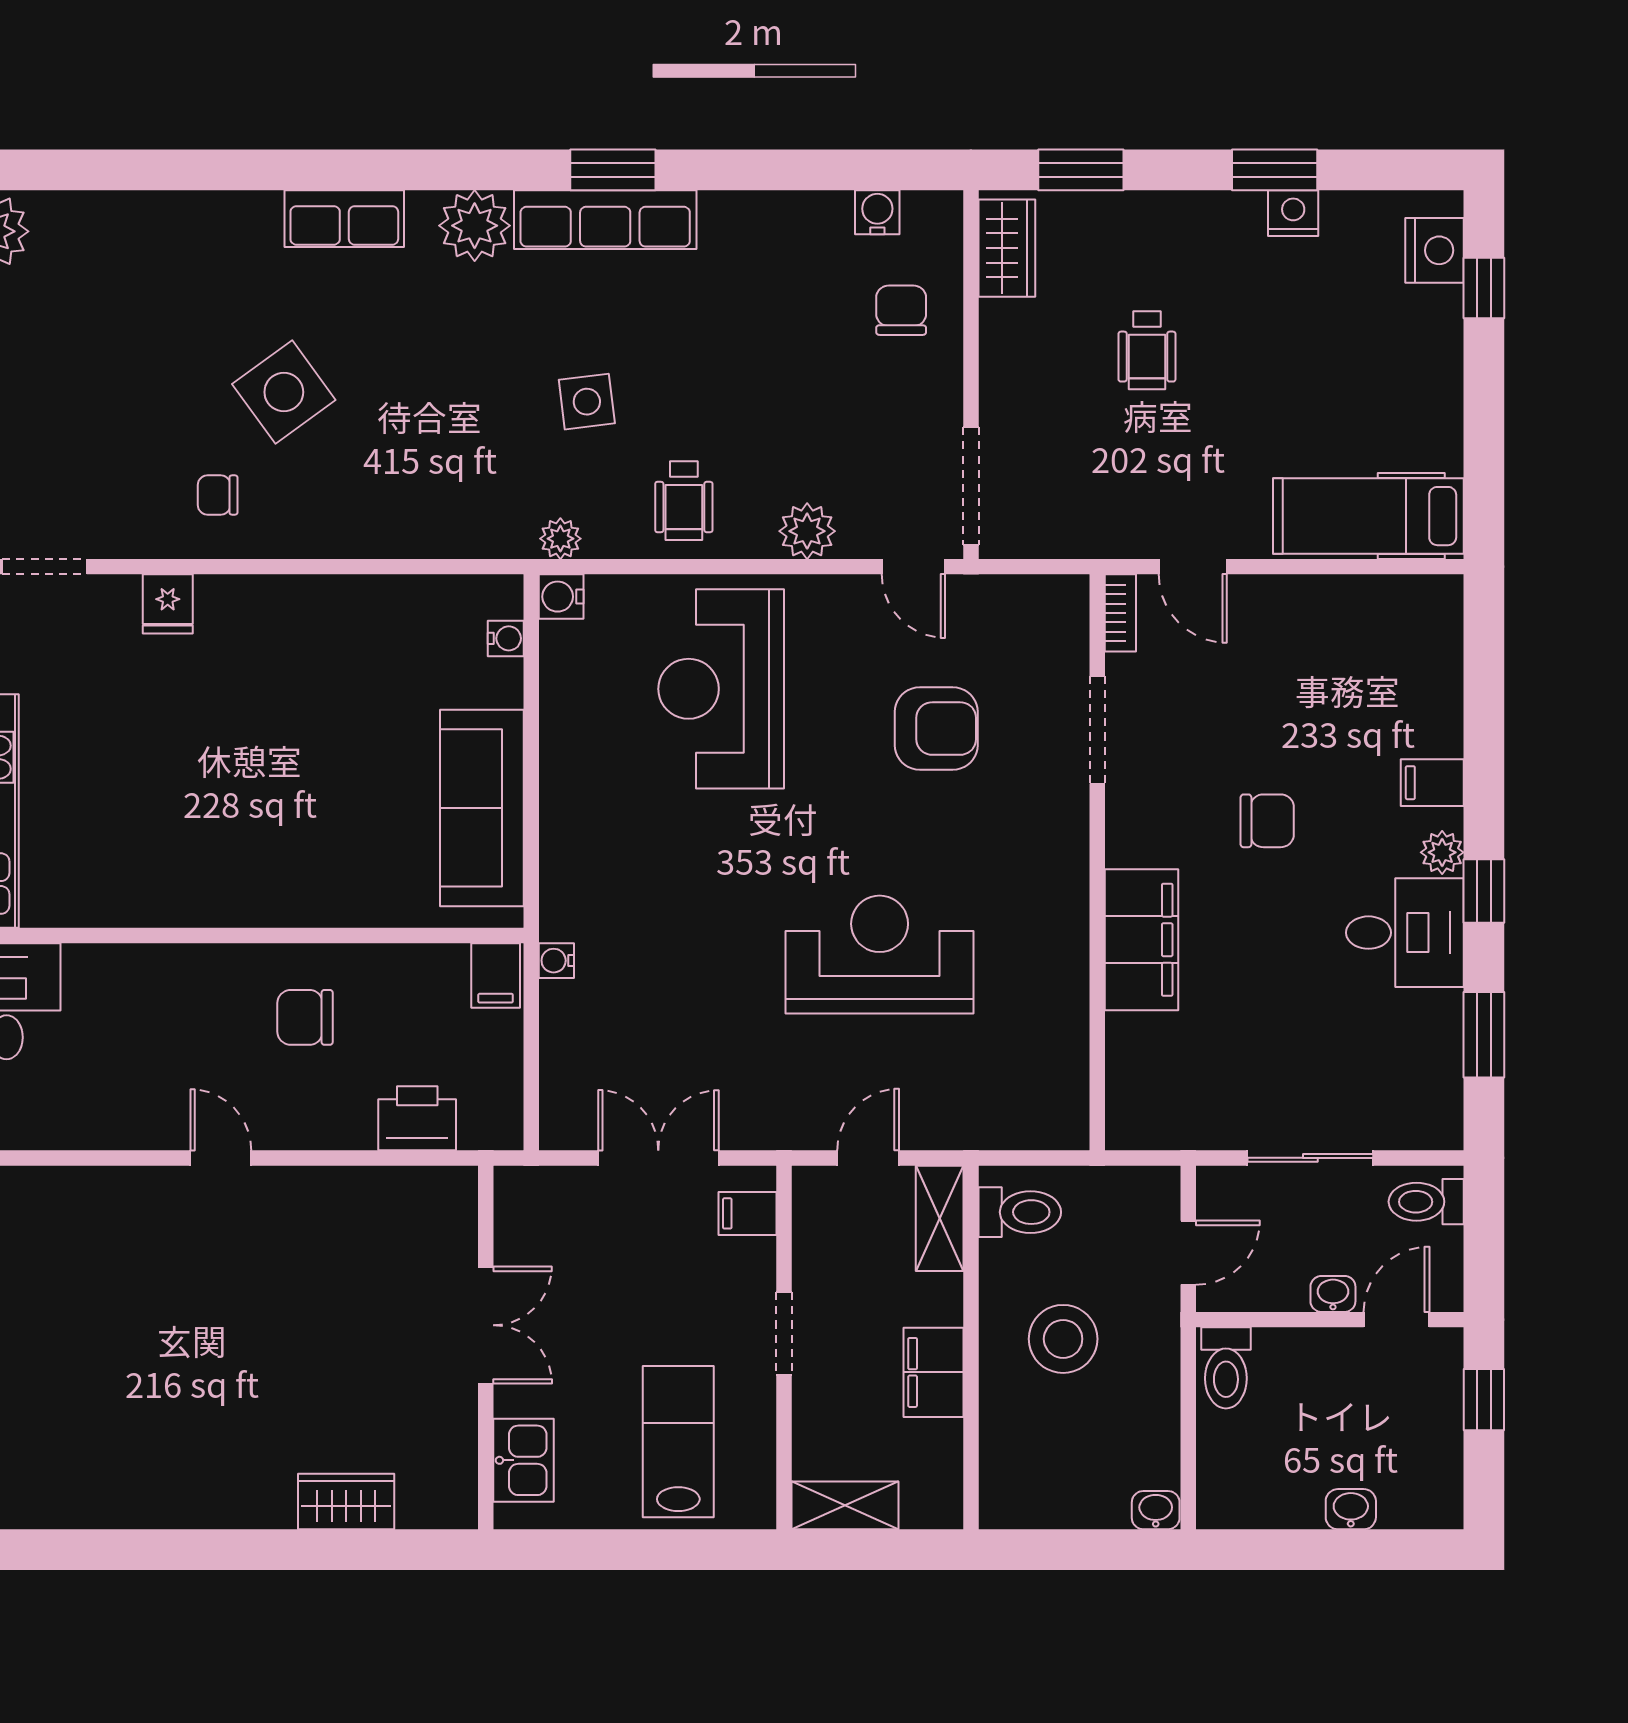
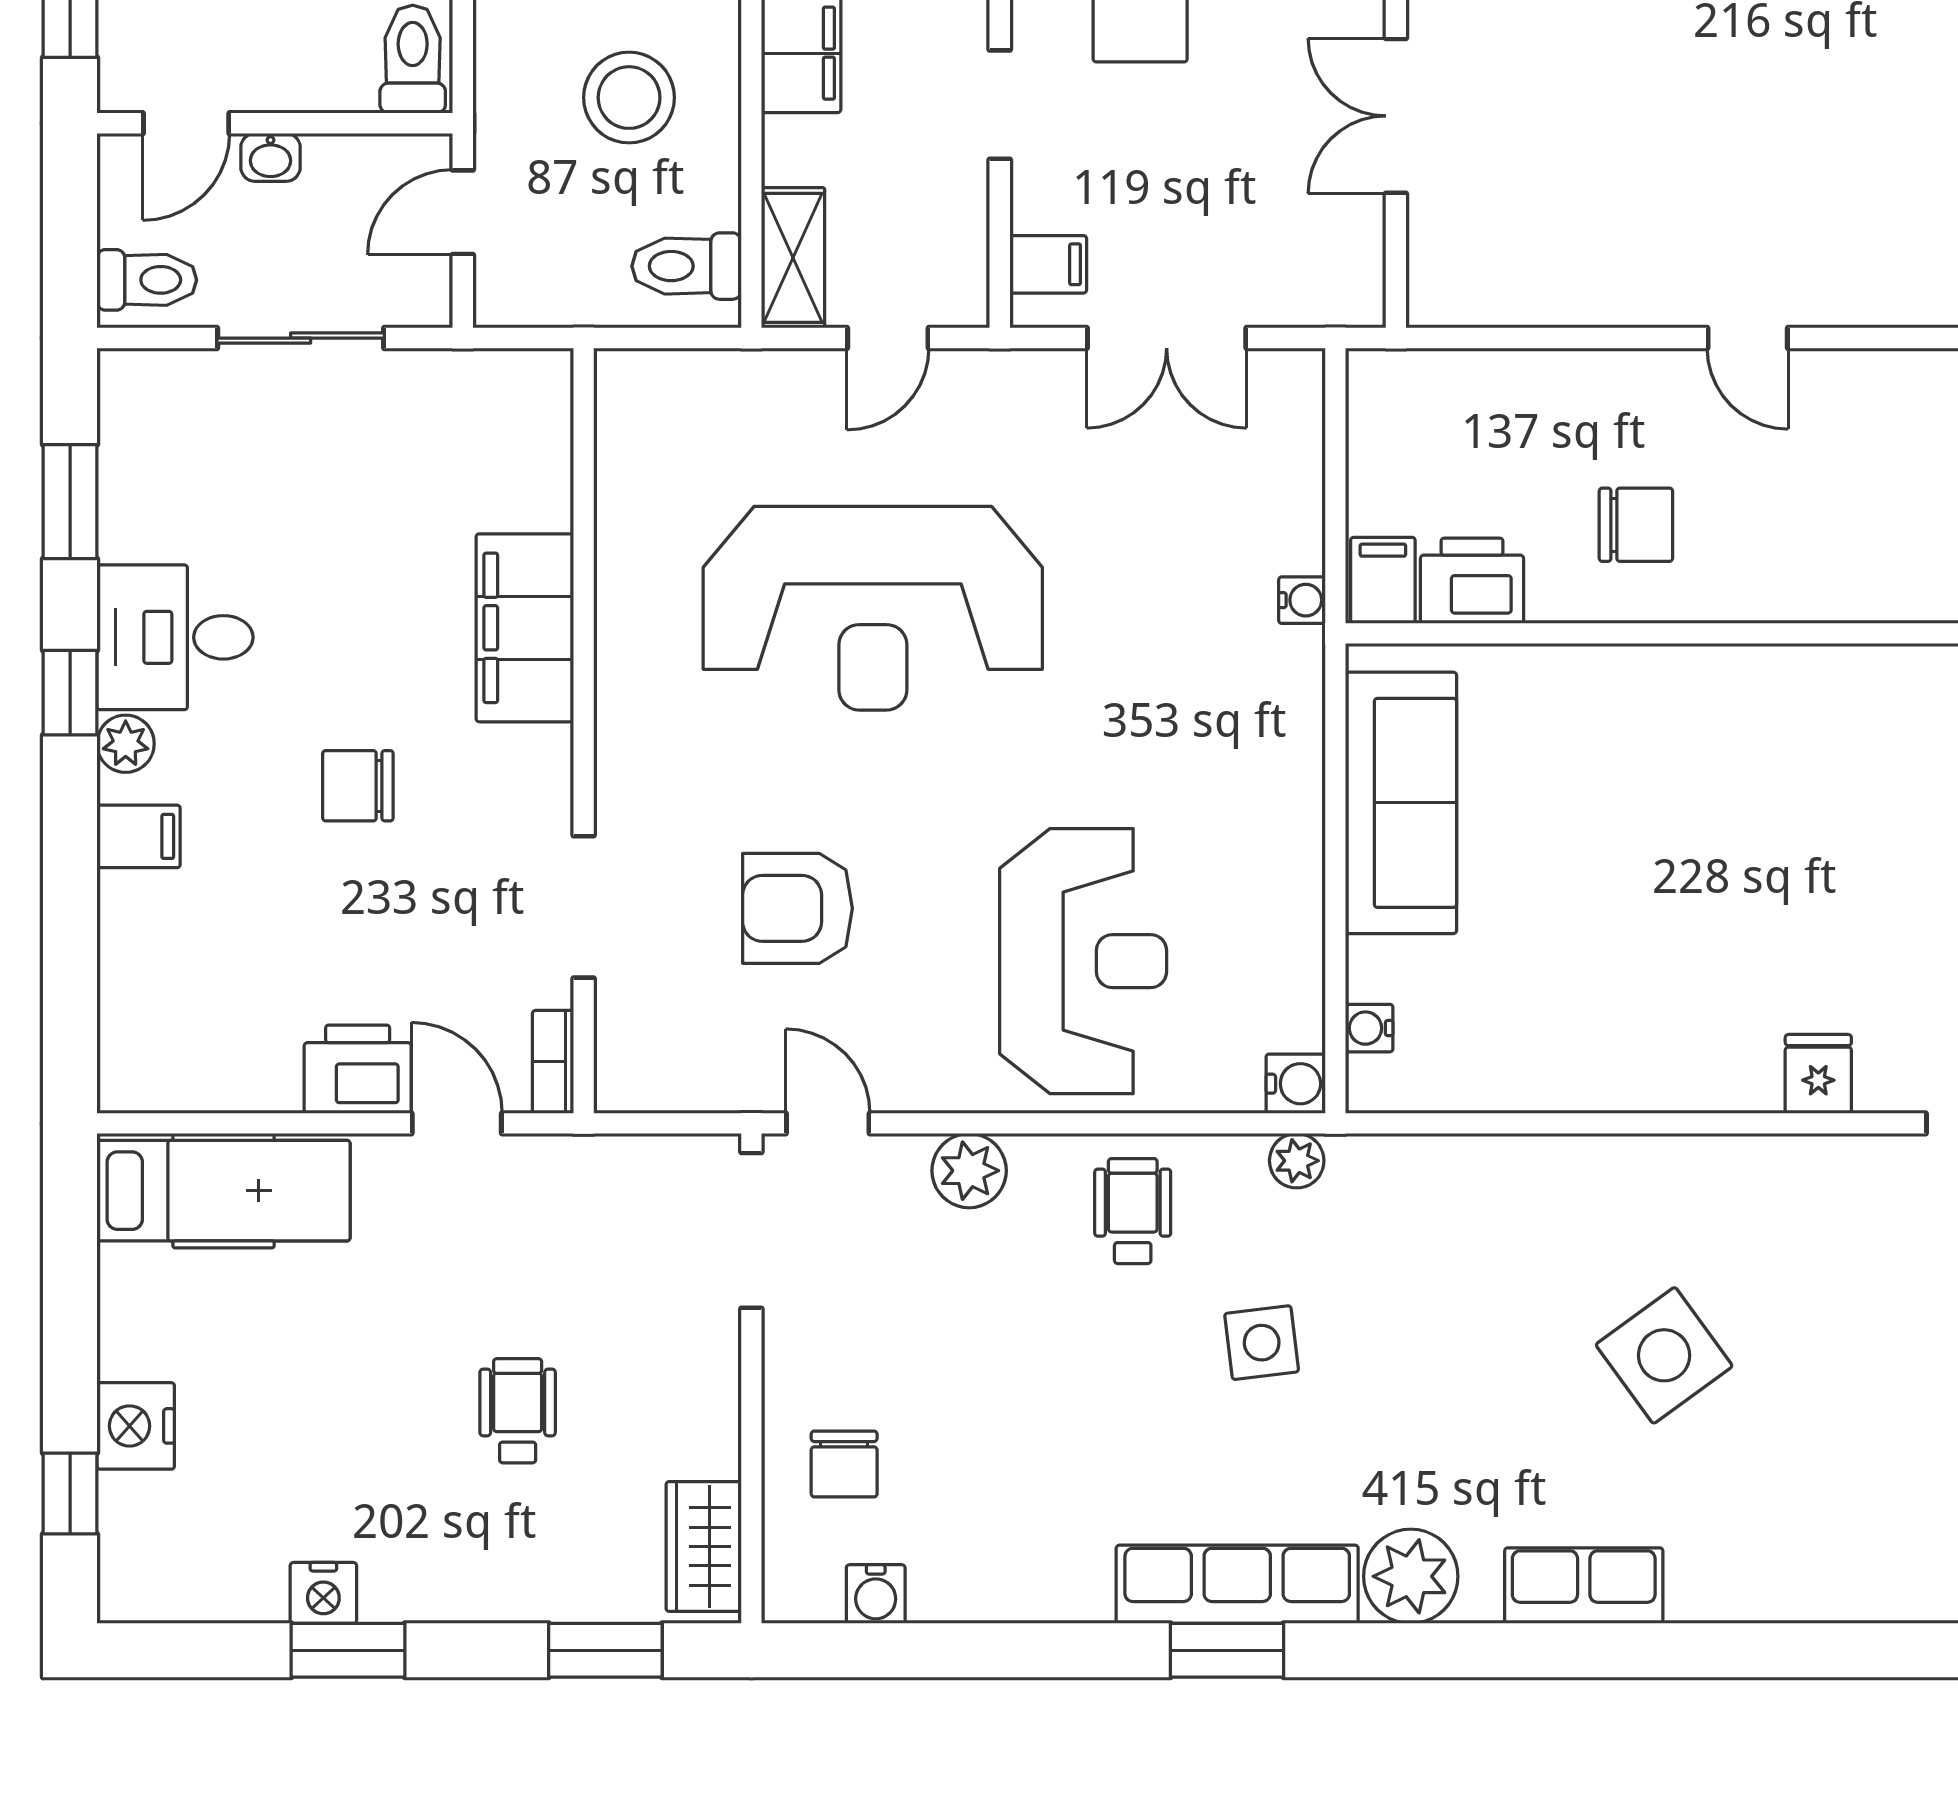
nightstand: (1434, 250) -> (136, 1426), moved
chair: (218, 495) -> (1752, 1219), removed
printer: (1267, 607) -> (358, 1069), added
reception desk: (880, 955) -> (873, 608), width x1.36, depth x1.30
printer: (417, 1118) -> (1472, 581), moved, turned 180

